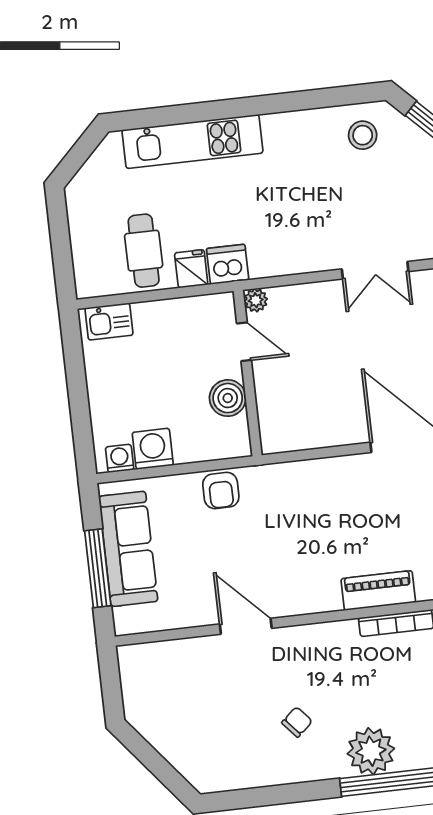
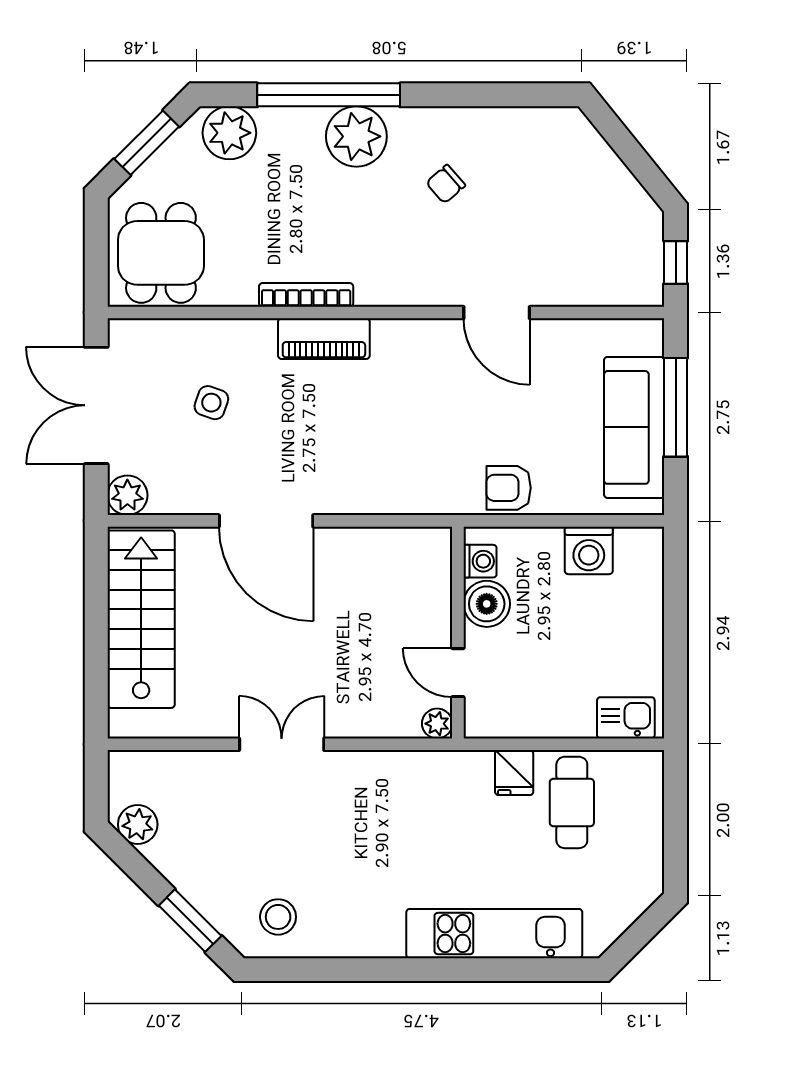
dishwasher: (228, 264) -> (467, 773), removed
washing machine: (120, 458) -> (480, 561), moved, turned -90
armchair: (221, 491) -> (509, 488), turned -90
window: (111, 681) -> (676, 262), added

